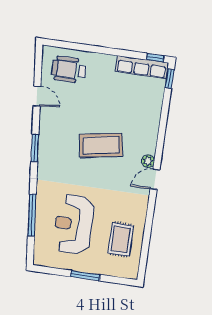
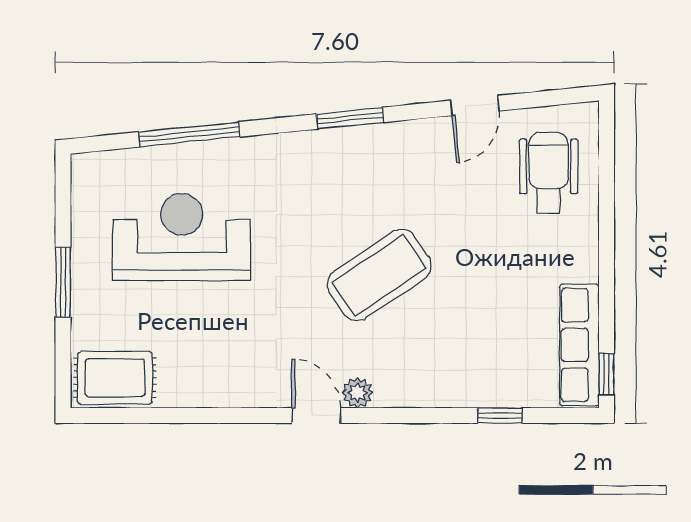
window: (169, 79) -> (500, 415), moved
coffee table: (101, 145) -> (379, 275), turned 66
rug: (121, 239) -> (115, 378), moved

